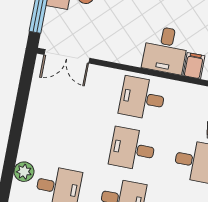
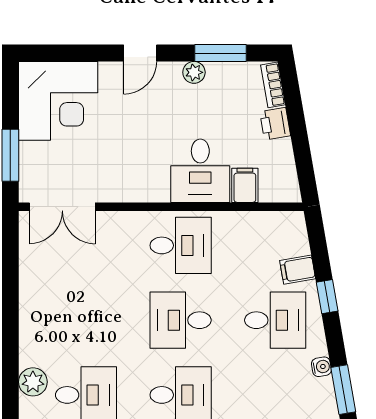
desk: (142, 98) -> (181, 245), turned 180

